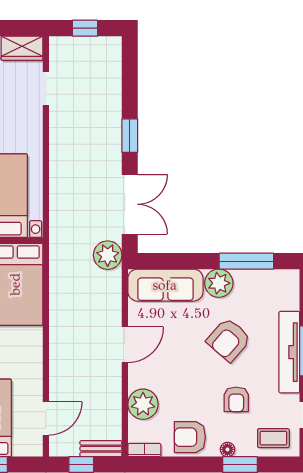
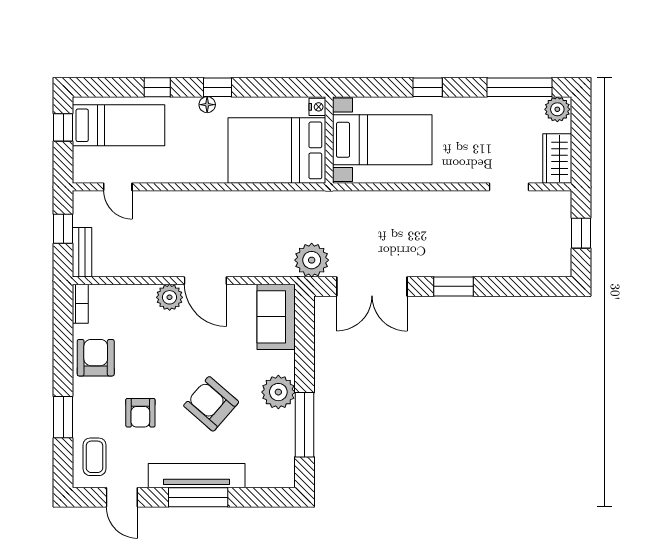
sofa: (165, 285) -> (276, 317), width x0.73
armchair: (236, 399) -> (140, 413), turned -90
plant: (143, 404) -> (170, 297), moved, width x0.73, depth x0.73
door: (46, 418) -> (118, 187), width x0.73
floor lamp: (227, 449) -> (81, 402), removed

